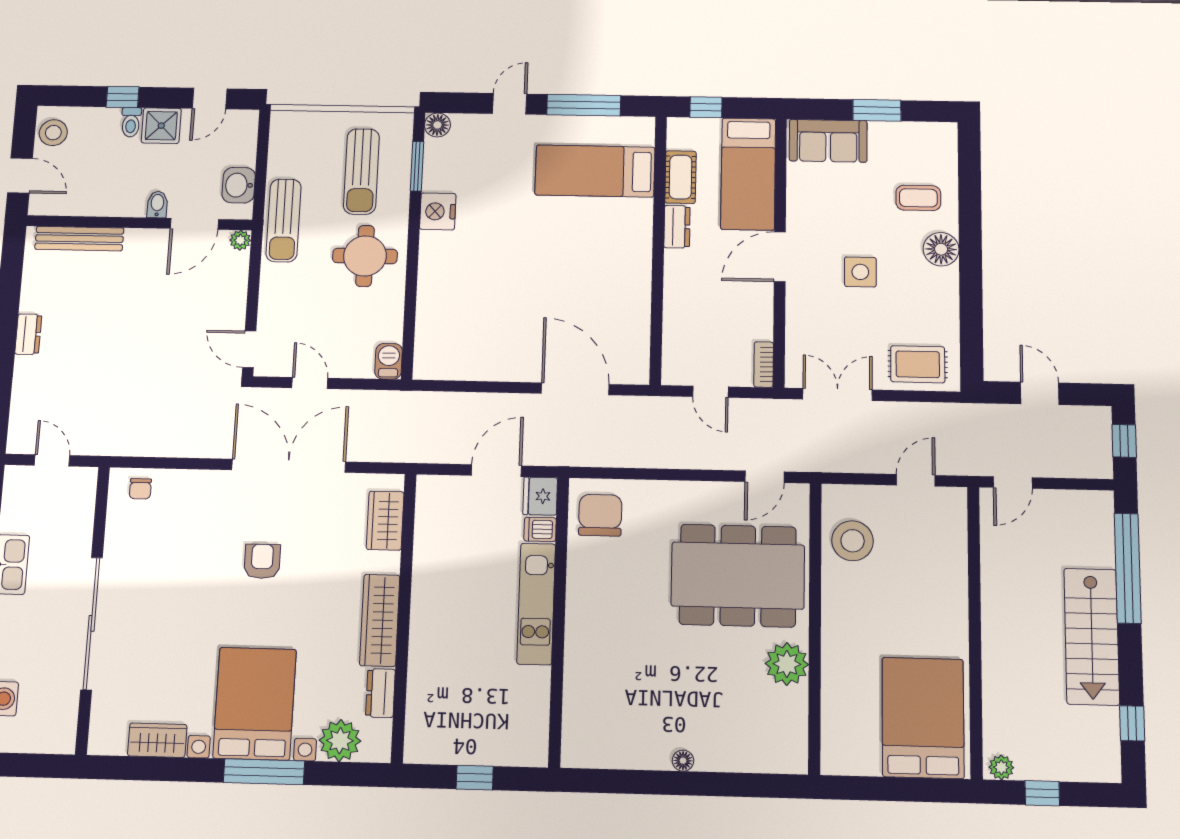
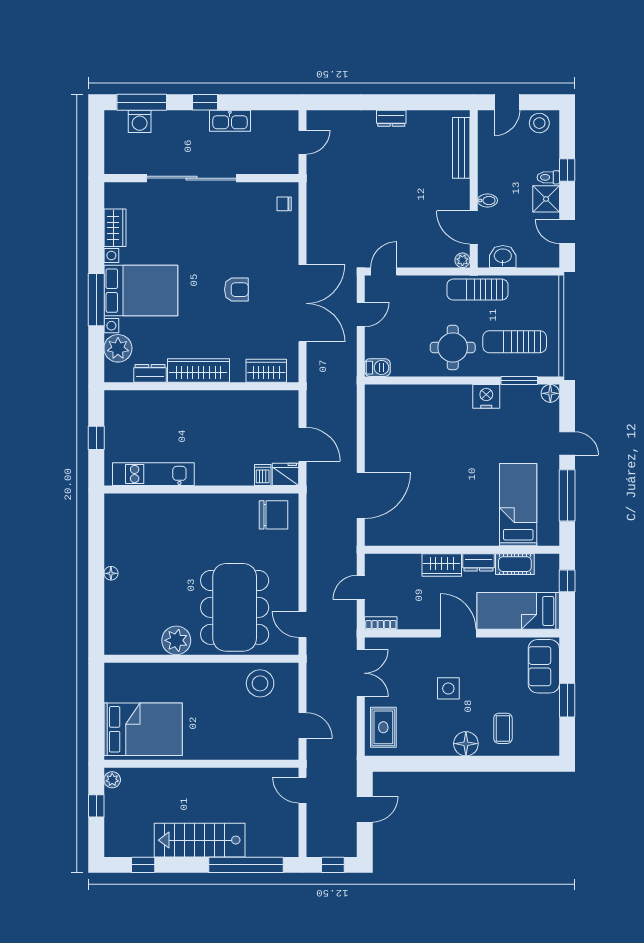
wardrobe: (680, 277) -> (442, 565), added
kitchen unit: (536, 604) -> (153, 474), moved

